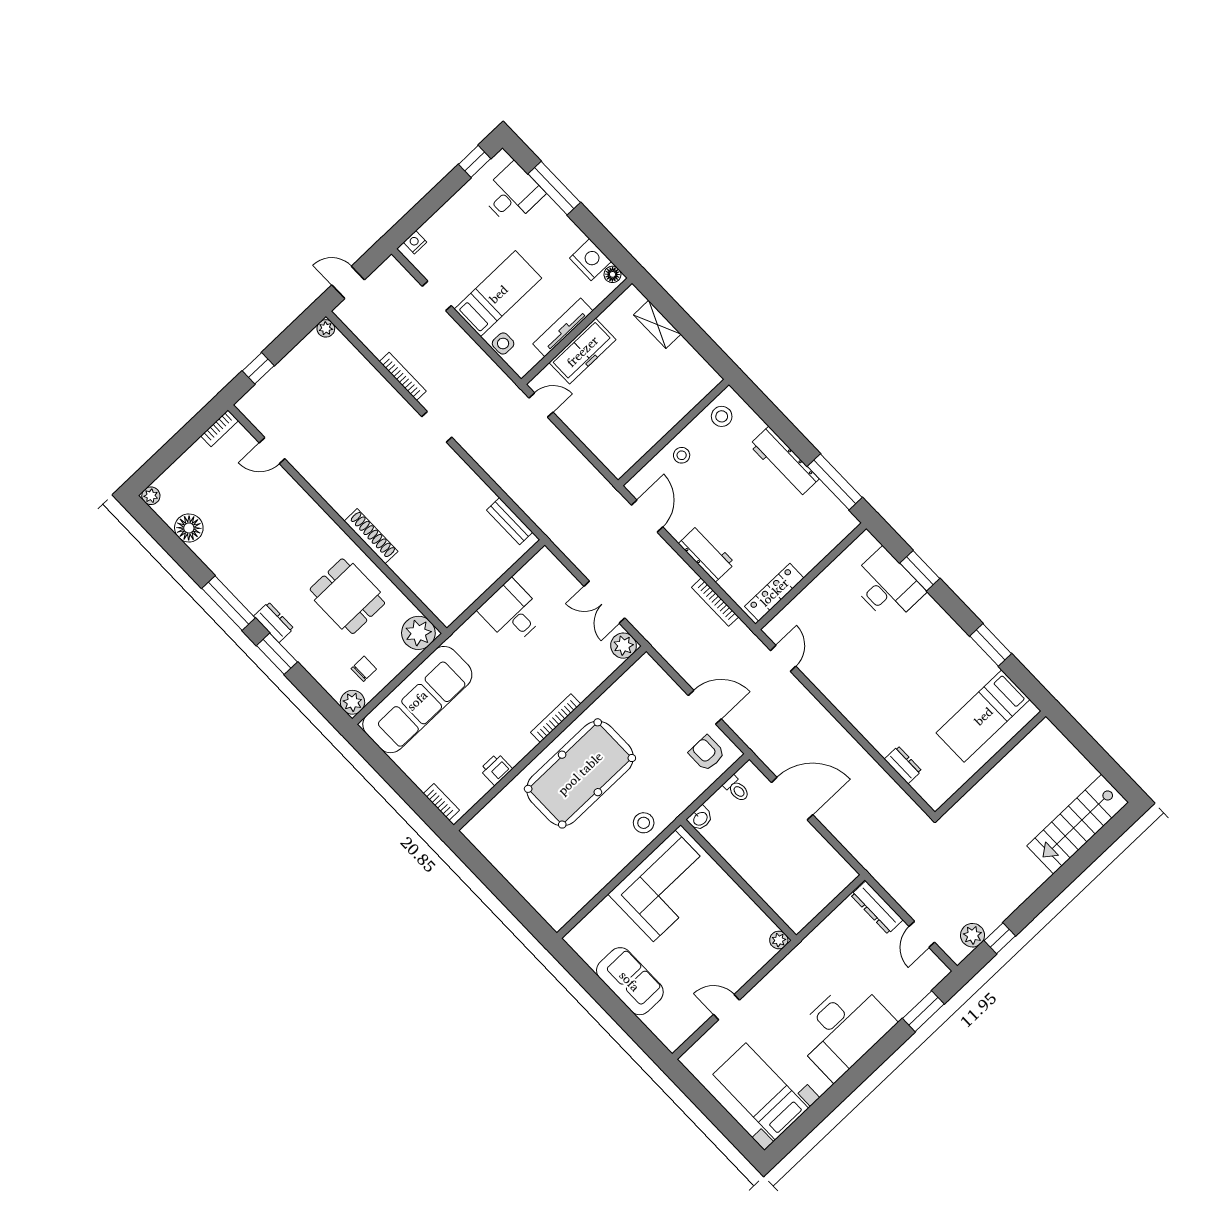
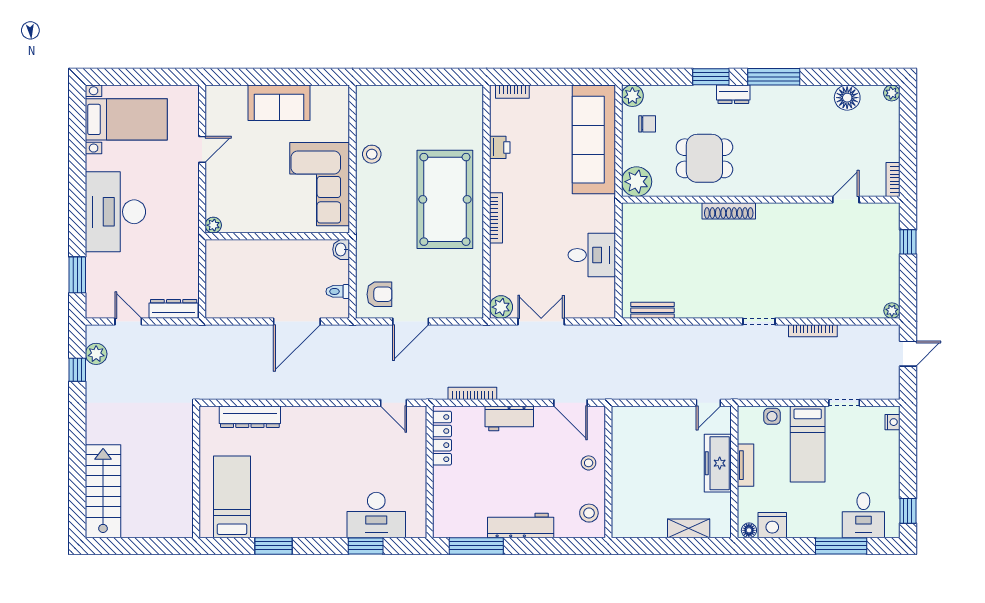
tv unit: (563, 327) -> (745, 465), width x0.71
chair: (364, 669) -> (647, 124), turned -90
dresser: (903, 765) -> (250, 417), width x1.96, depth x1.24
stool: (644, 823) -> (372, 154), moved

